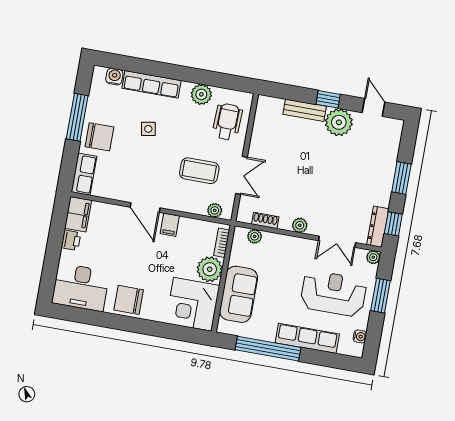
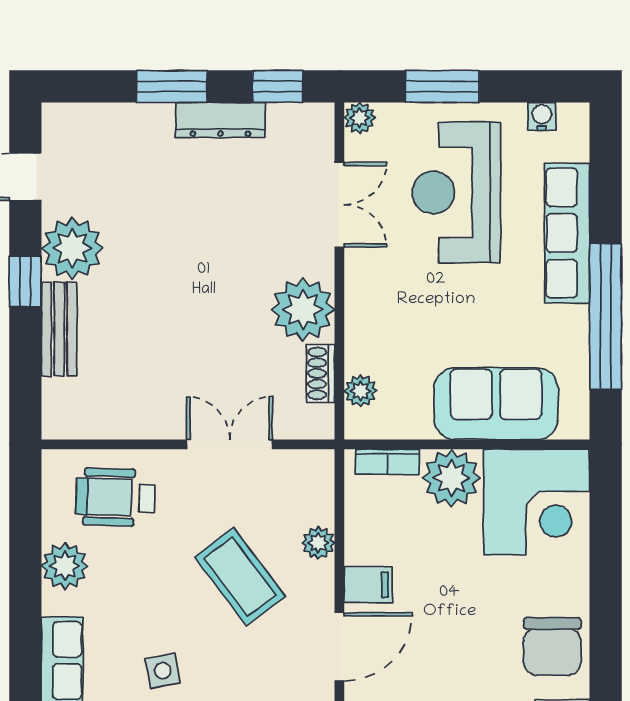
coffee table: (199, 171) -> (240, 577), moved, turned -37
plant: (215, 210) -> (318, 543), moved
plant: (300, 225) -> (303, 309), width x1.88, depth x1.88
dresser: (378, 227) -> (220, 120), moved

